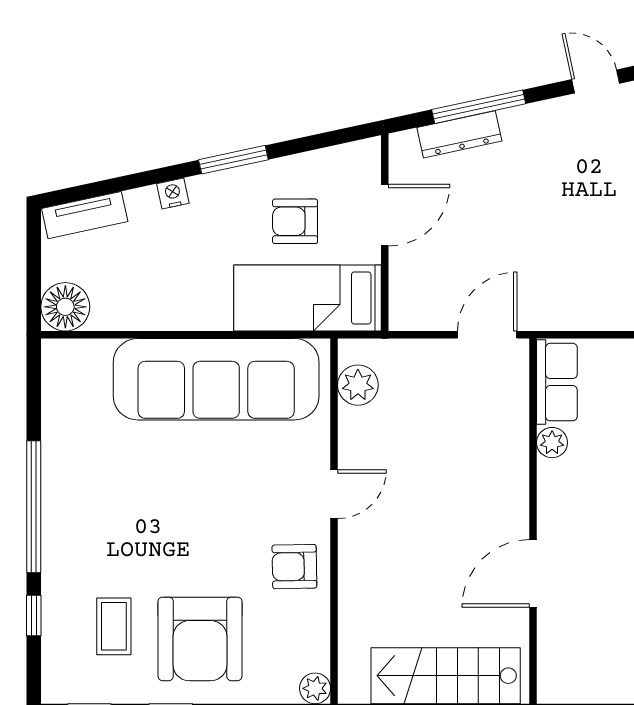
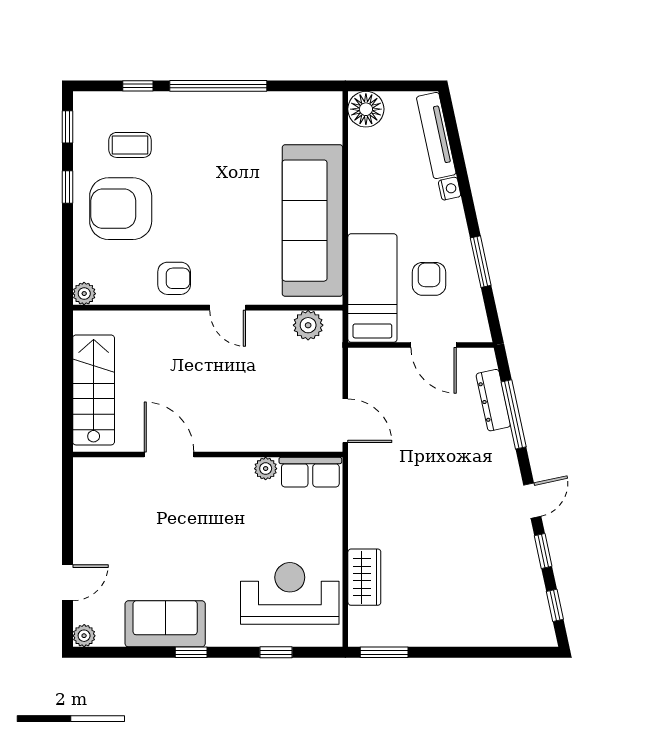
window: (233, 160) -> (481, 262), moved
tv unit: (85, 215) -> (436, 136), width x1.41
armchair: (294, 567) -> (174, 278), turned 91

